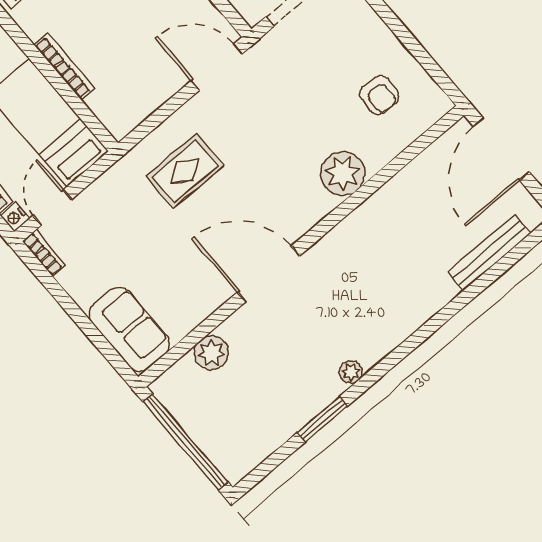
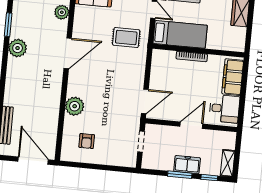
armchair: (379, 95) -> (87, 141), turned -93
rug: (185, 171) -> (126, 38), moved, turned 90
plant: (351, 372) -> (18, 48), width x1.87, depth x1.87

